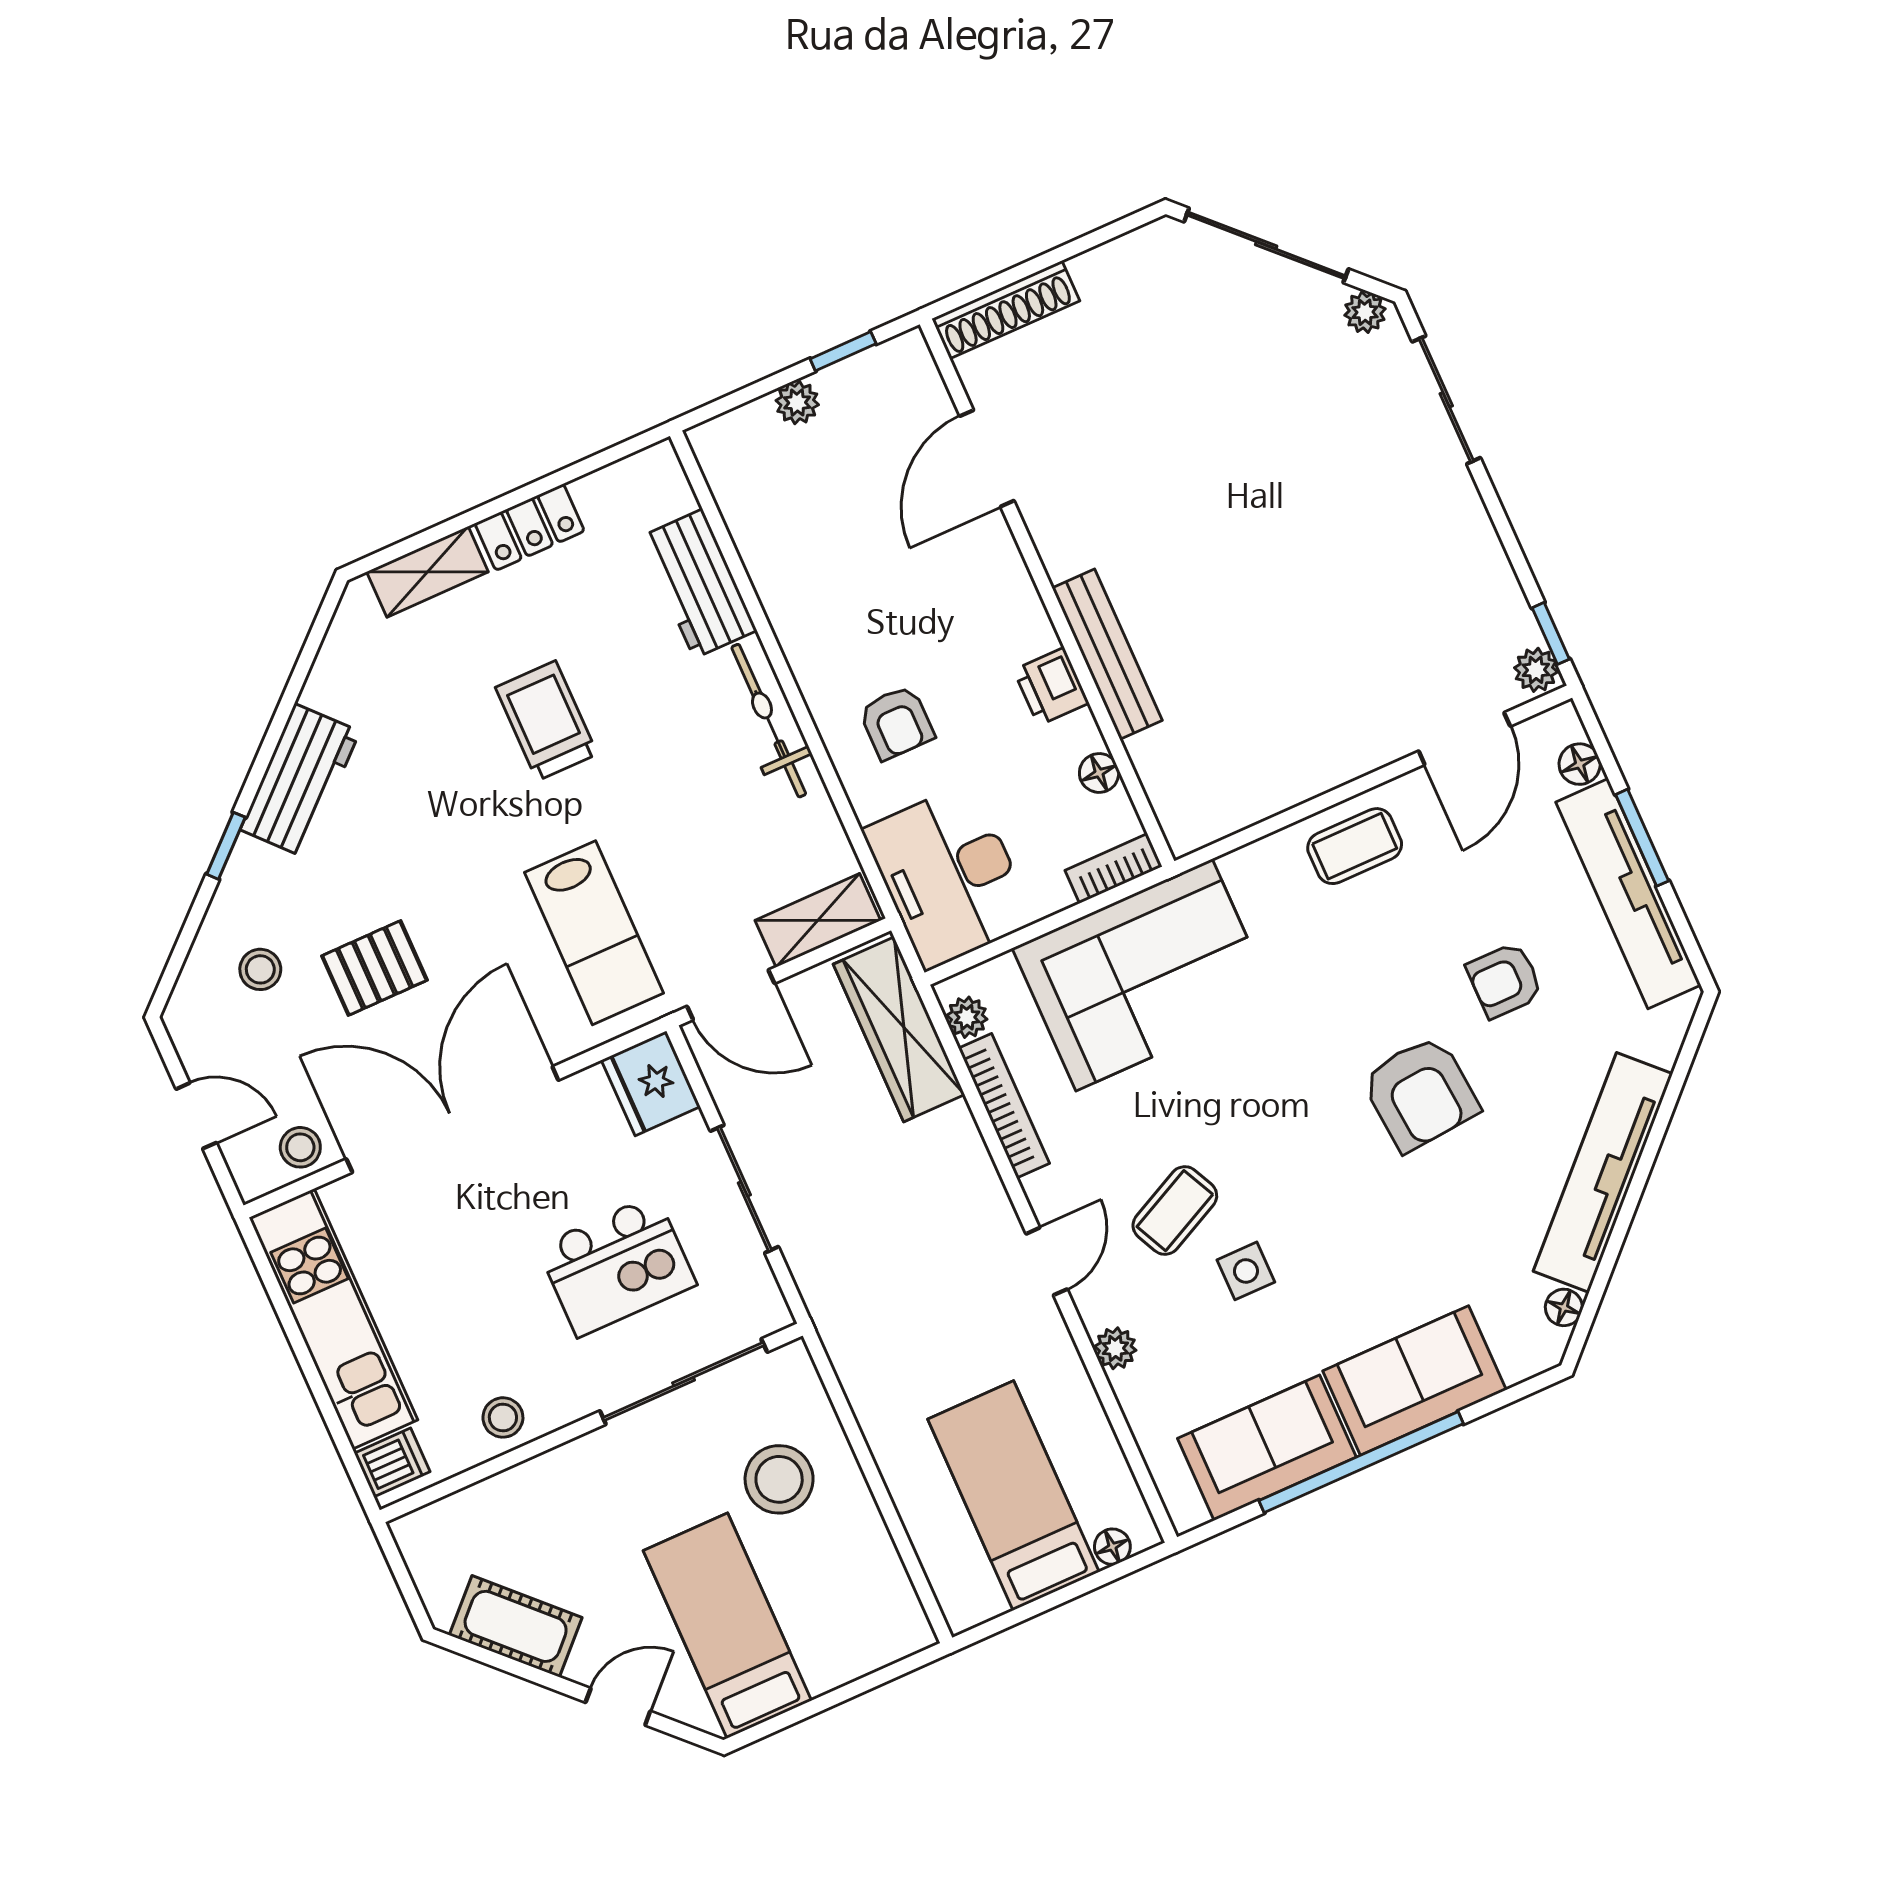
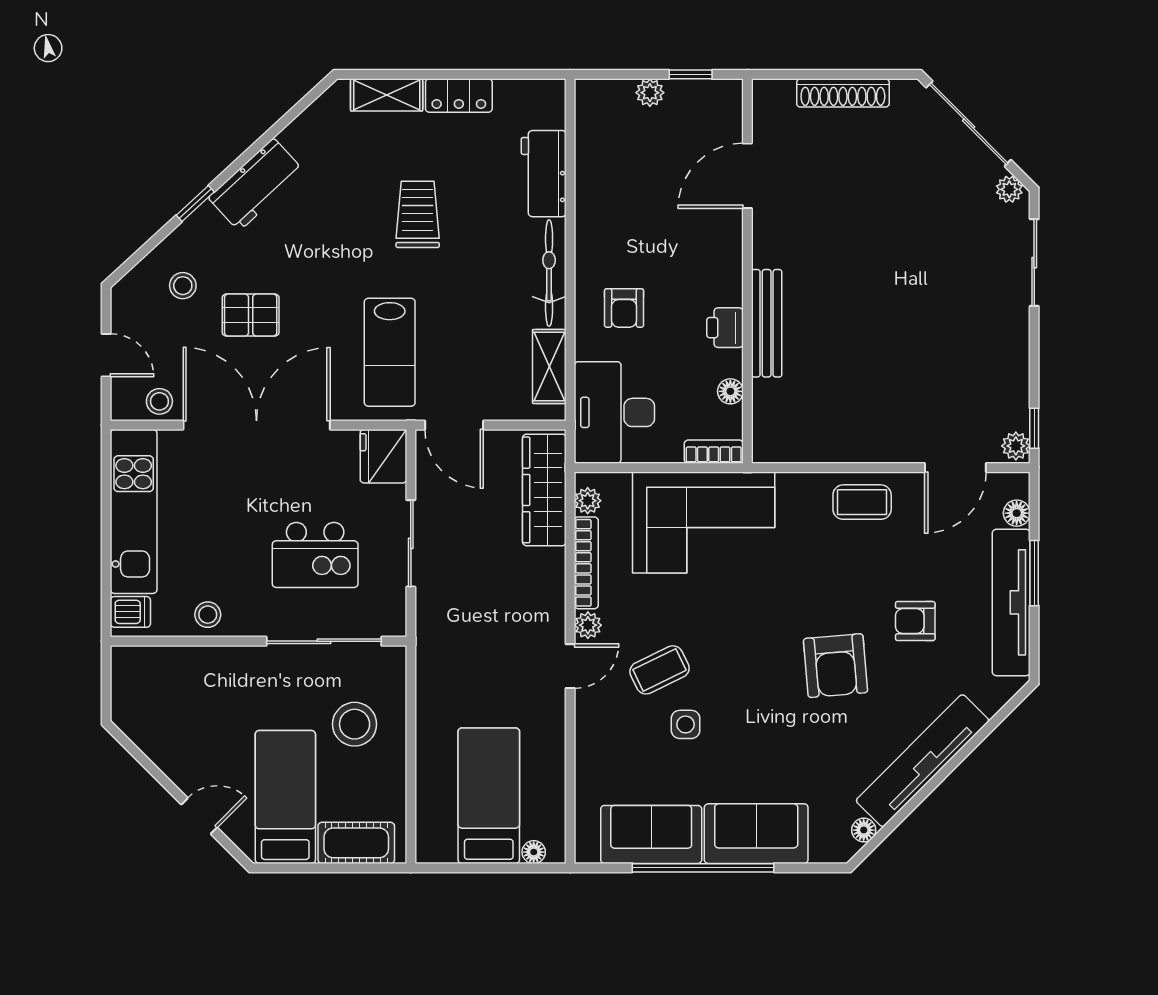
shoe rack: (1006, 310) -> (843, 93), moved
shelving: (818, 920) -> (549, 366), moved, turned 90
plant: (1115, 1348) -> (588, 625), moved
cot: (516, 1626) -> (356, 843), moved, turned -45

